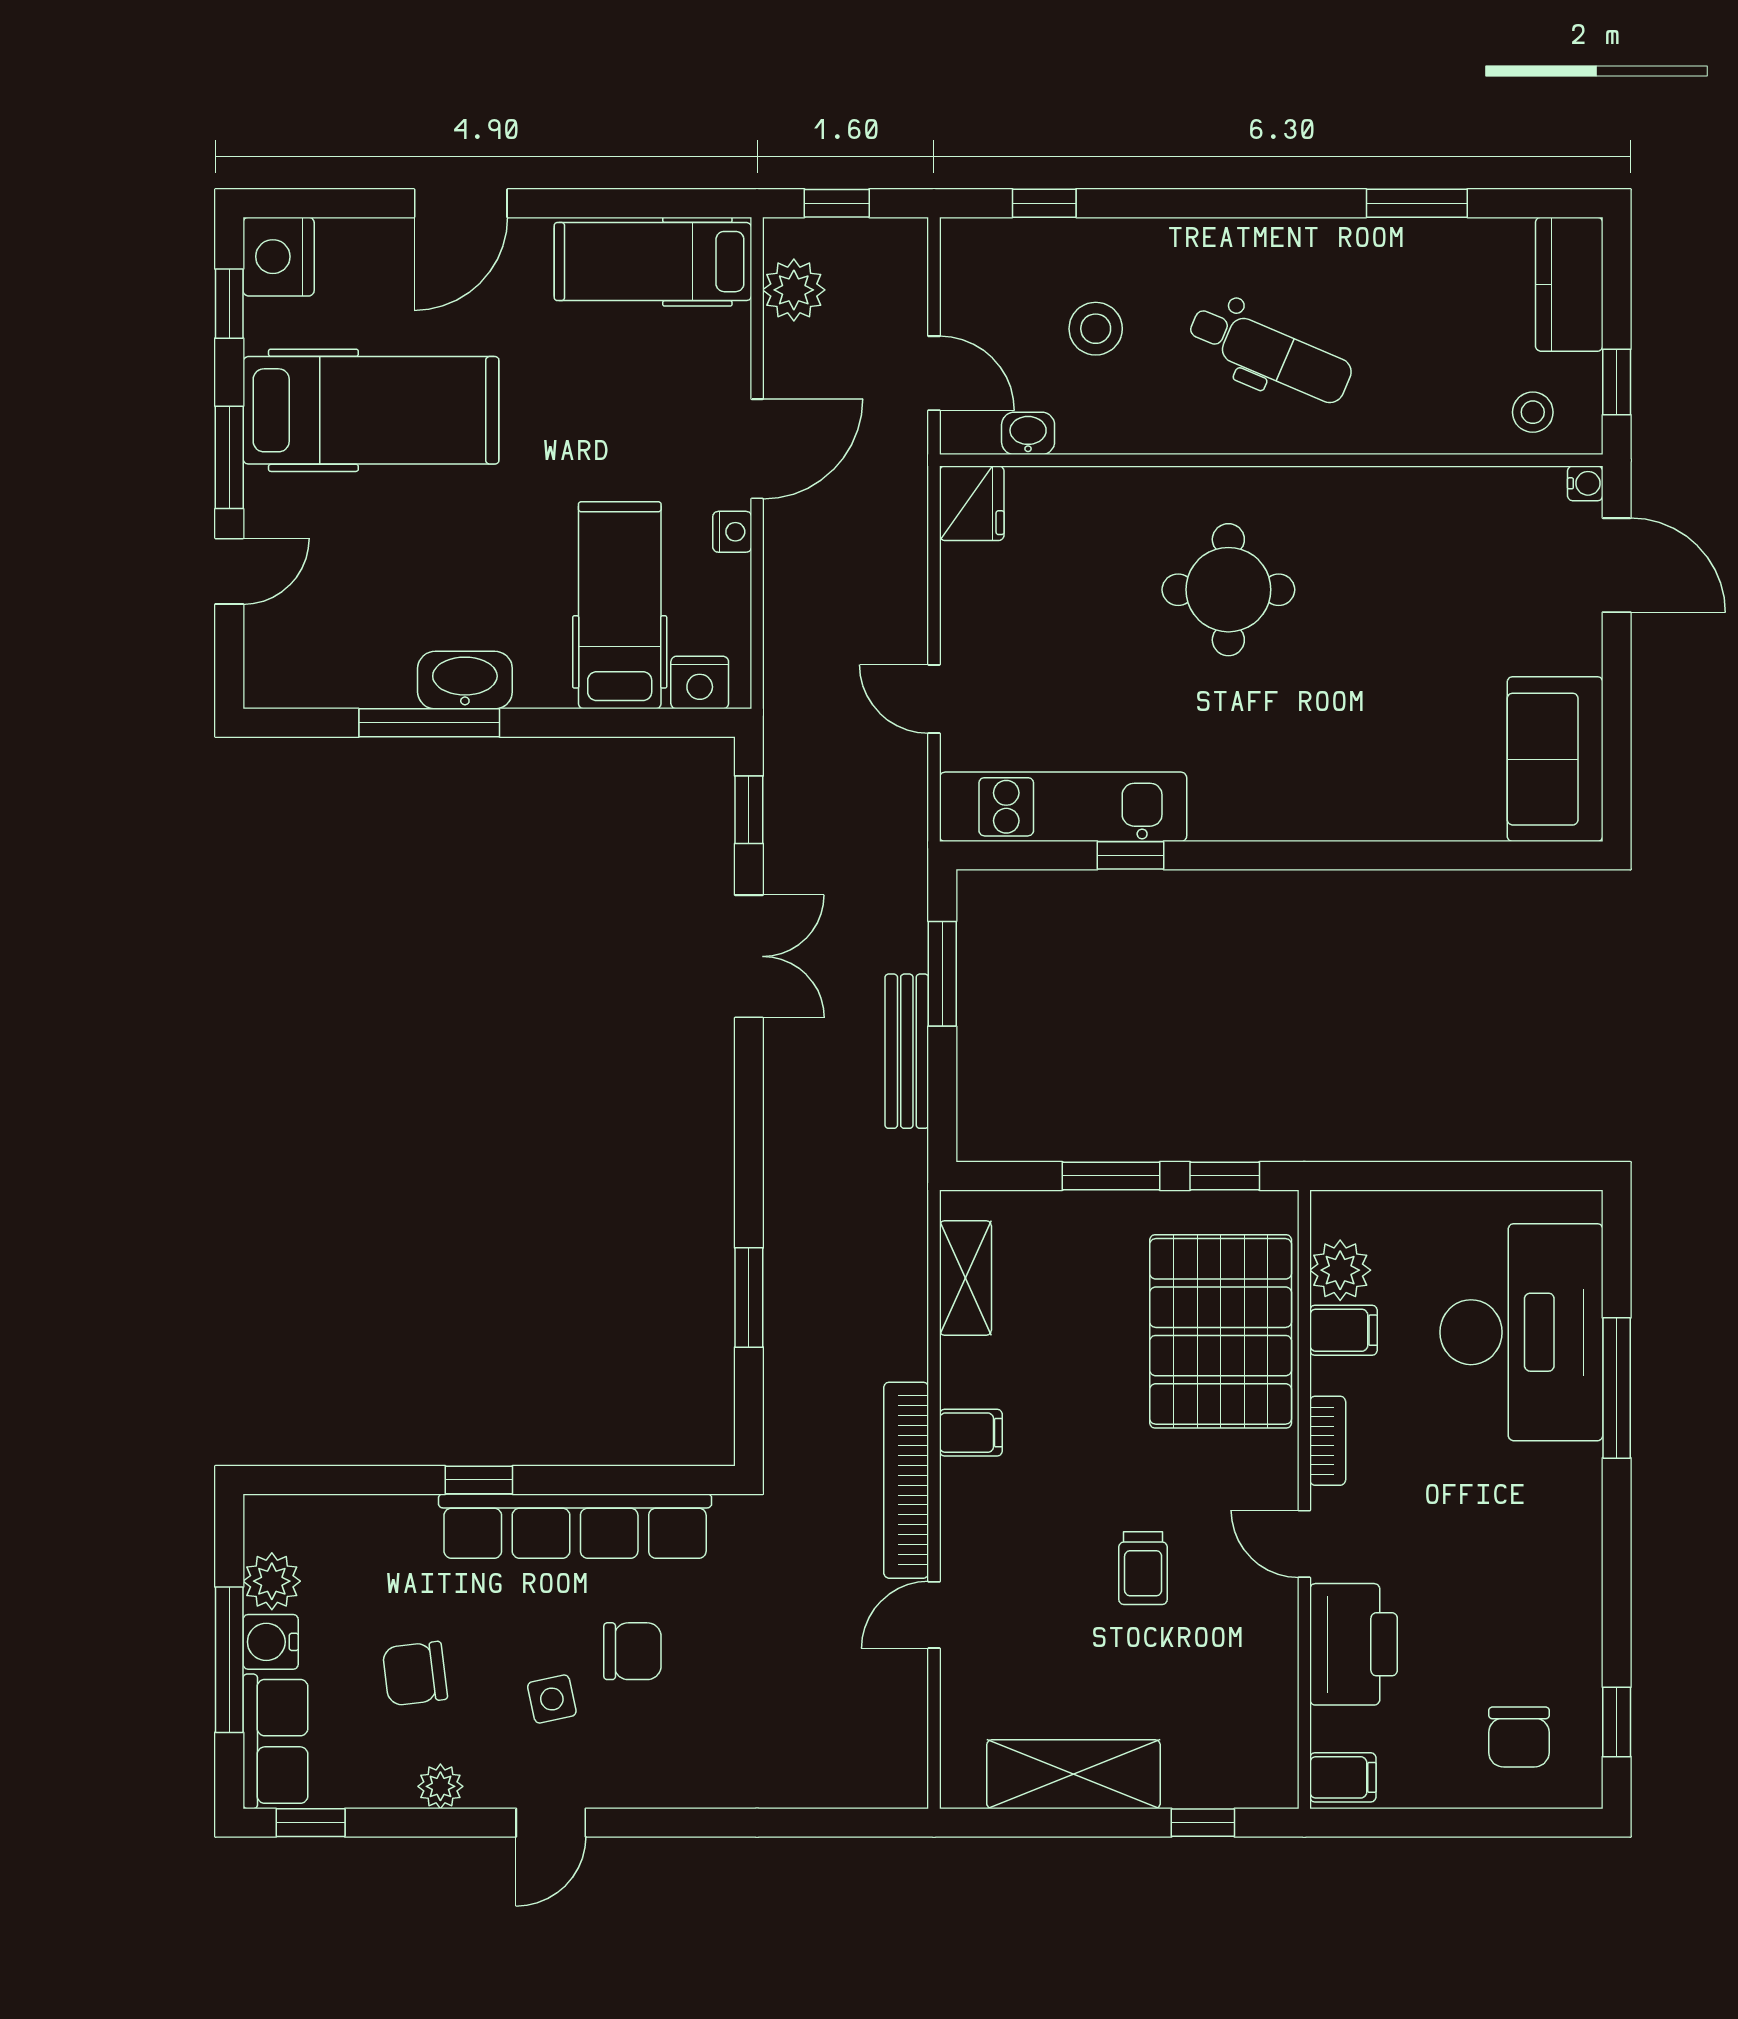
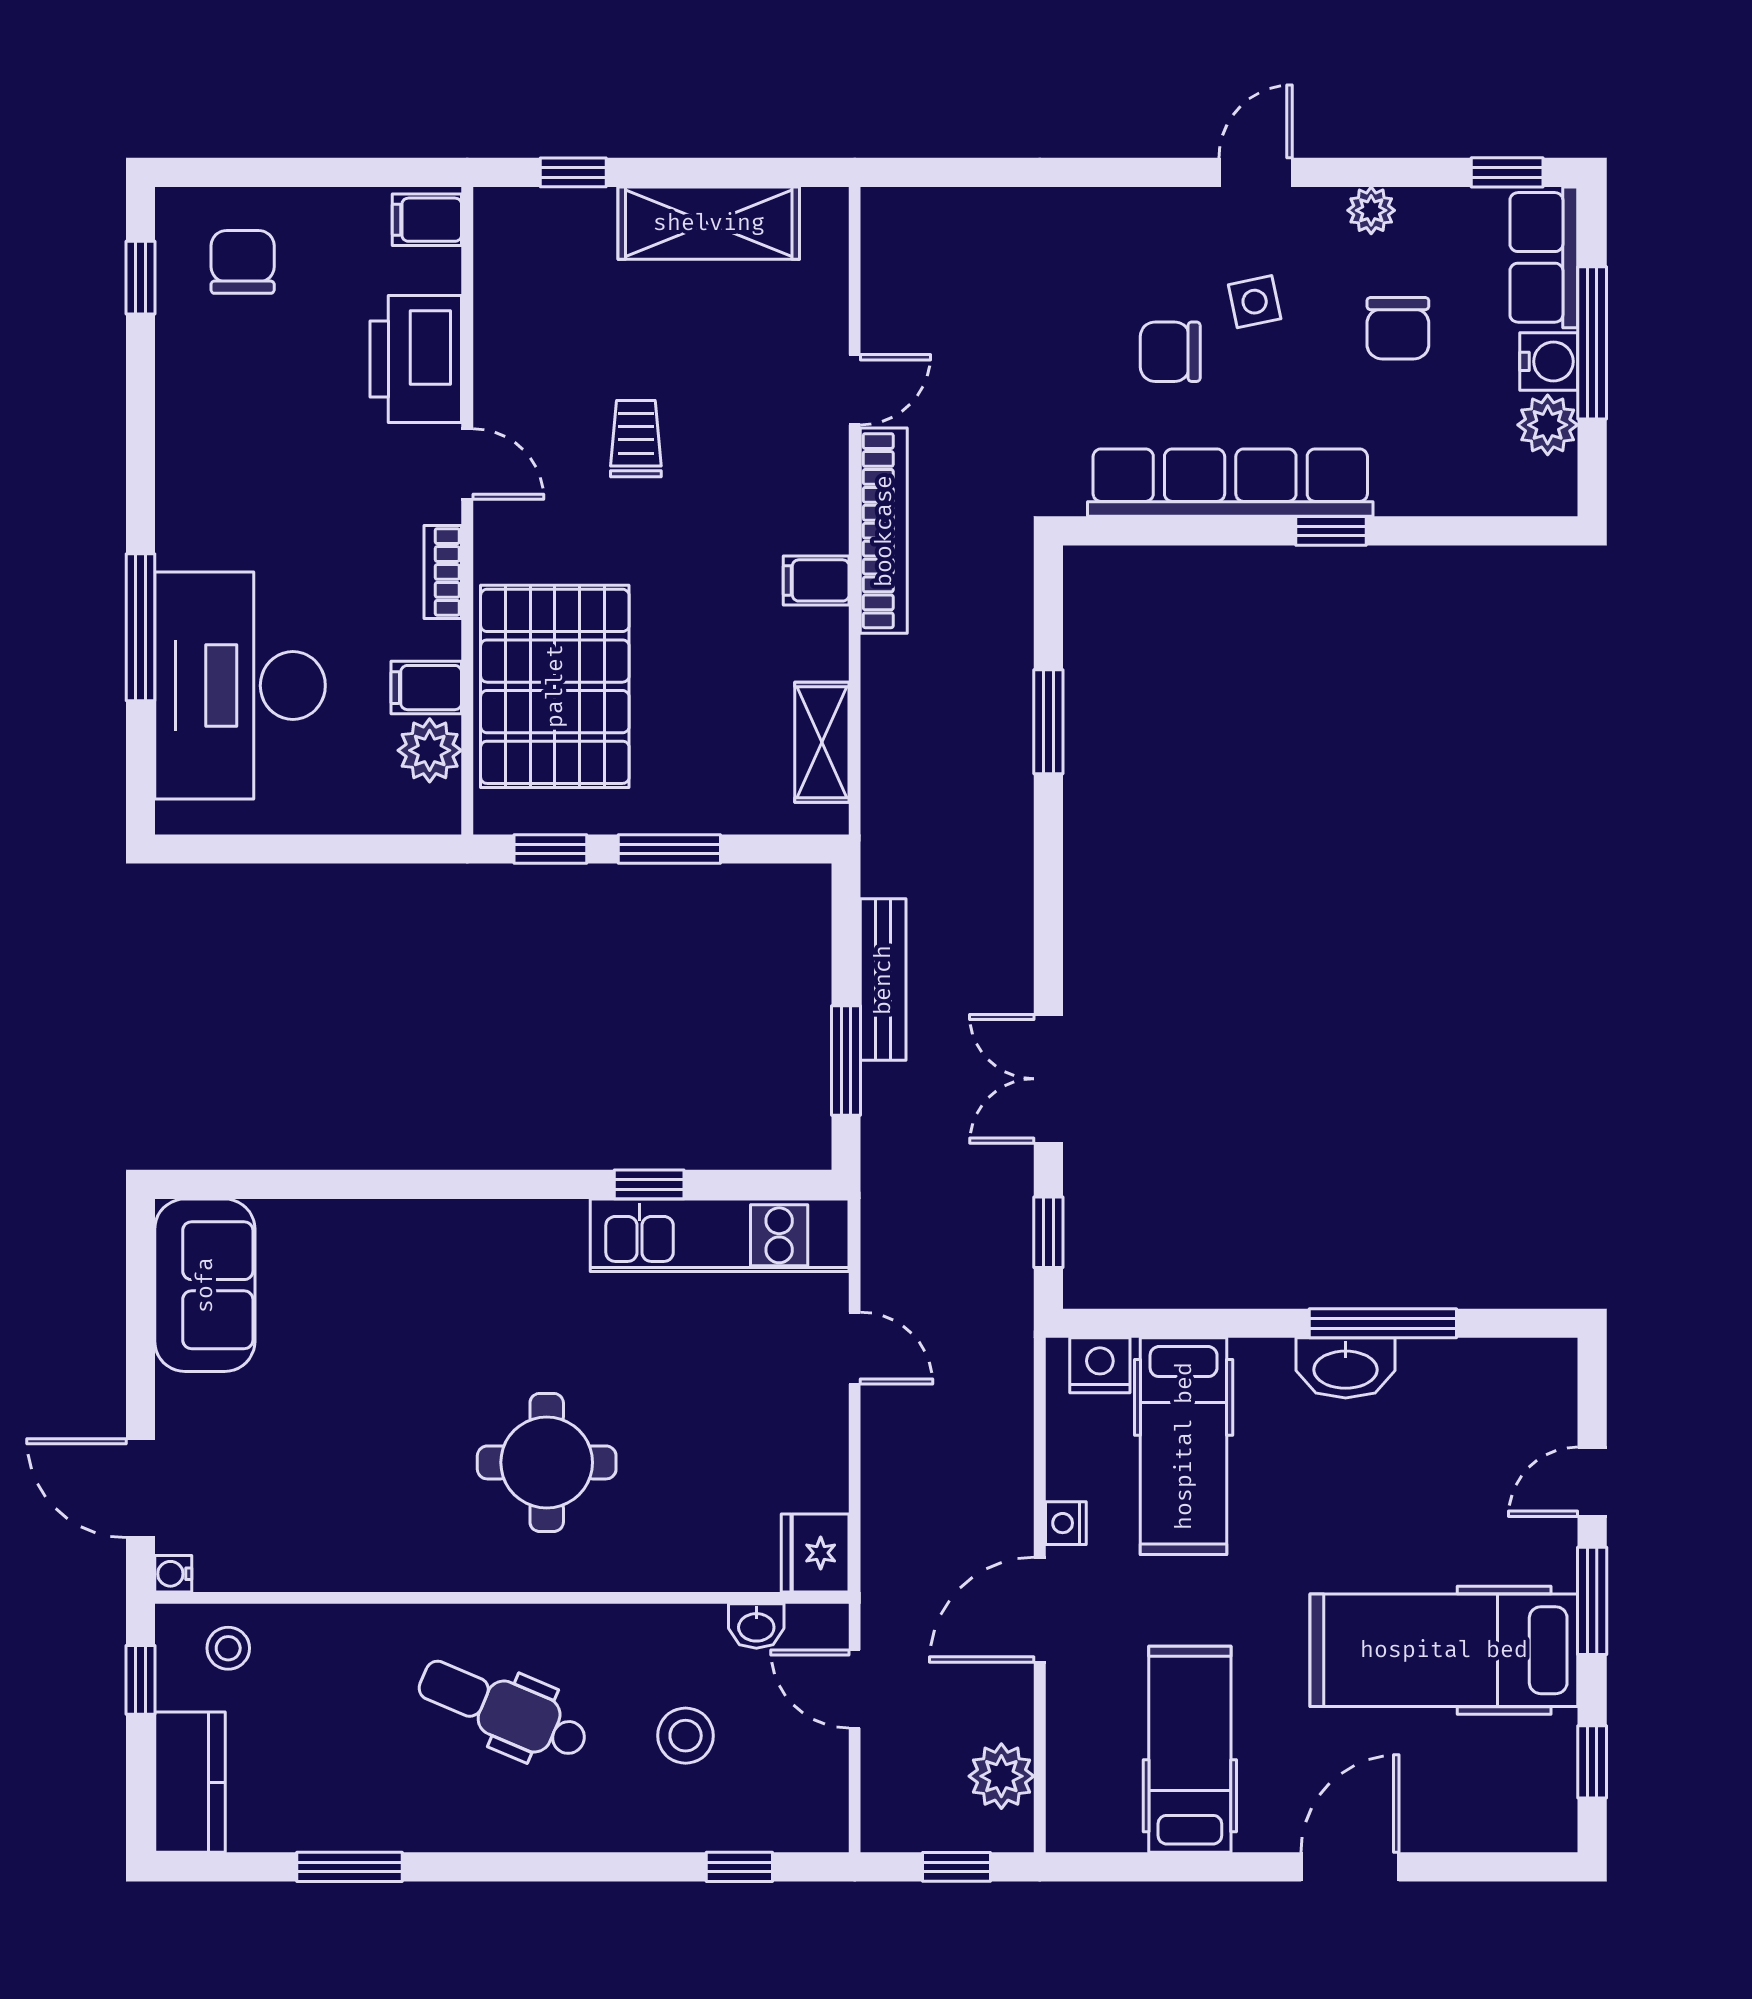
nightstand: (279, 257) -> (1541, 1811), removed
hospital bed: (653, 262) -> (1190, 1749), moved, turned -90
chair: (415, 1674) -> (1398, 328), turned 97

